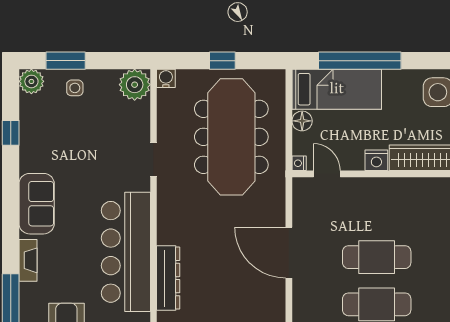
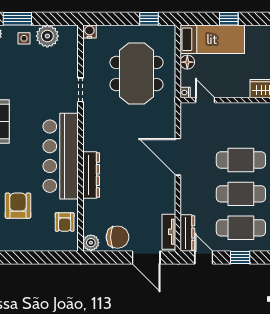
window: (222, 61) -> (149, 19), moved
window: (360, 61) -> (229, 19), width x0.32
plant: (135, 85) -> (47, 36), moved
meeting table: (231, 137) -> (136, 74), width x0.73
nightstand: (376, 160) -> (241, 90), removed

